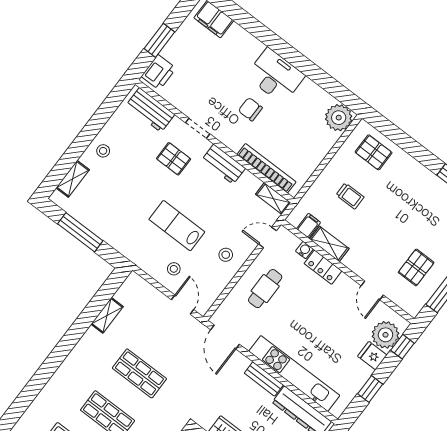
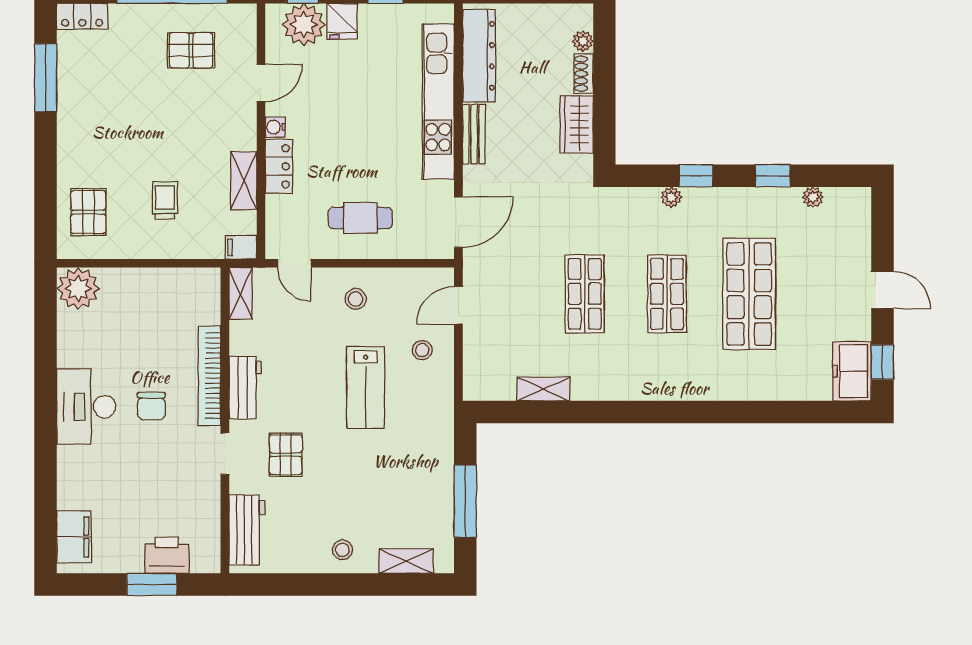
printer: (159, 72) -> (167, 555), moved
bookcase: (266, 168) -> (209, 376), moved
filing cabinet: (308, 226) -> (241, 247), moved
water cooler: (304, 250) -> (275, 127), moved

